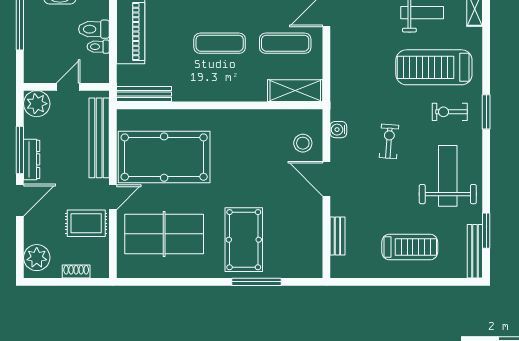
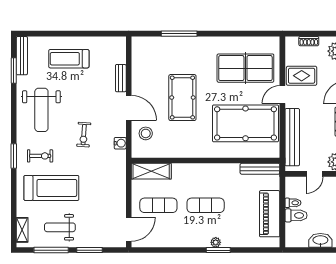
bench: (337, 236) -> (121, 78), moved
pool table: (244, 240) -> (182, 98), moved

